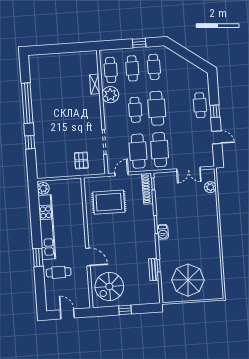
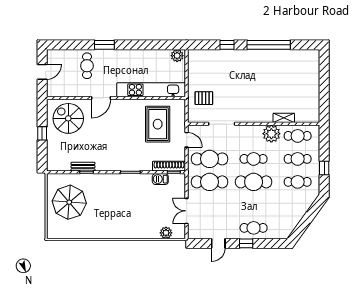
kitchen unit: (47, 227) -> (151, 90), moved, turned 180
barbecue: (163, 232) -> (160, 179), moved

